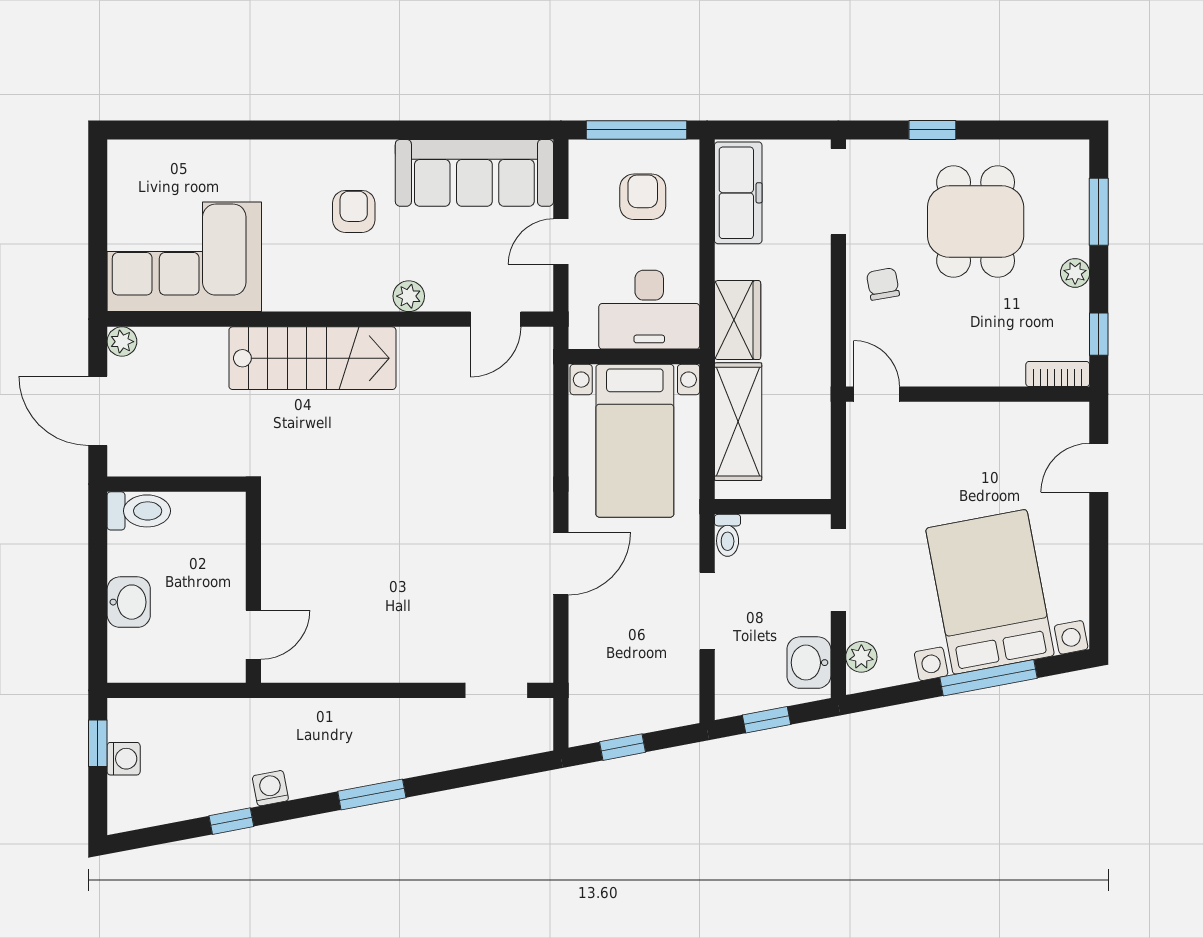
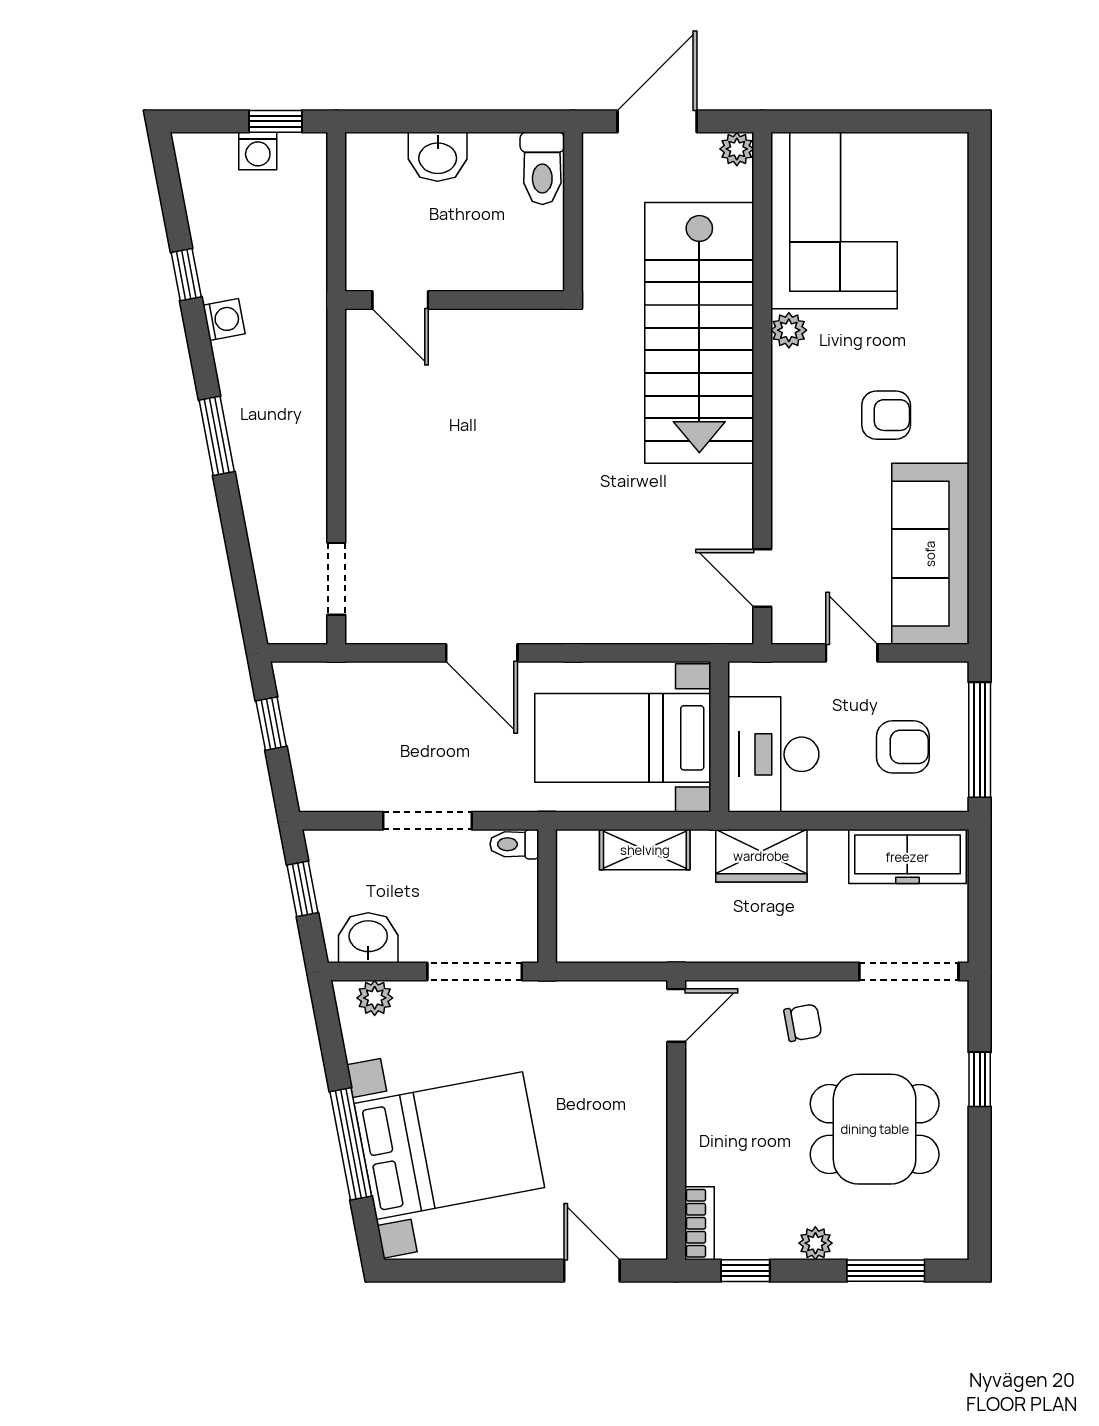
plant: (409, 296) -> (789, 330), moved
stairs: (312, 358) -> (699, 333), width x1.36, depth x1.51
shelving: (738, 422) -> (645, 850), width x0.67, depth x0.75

